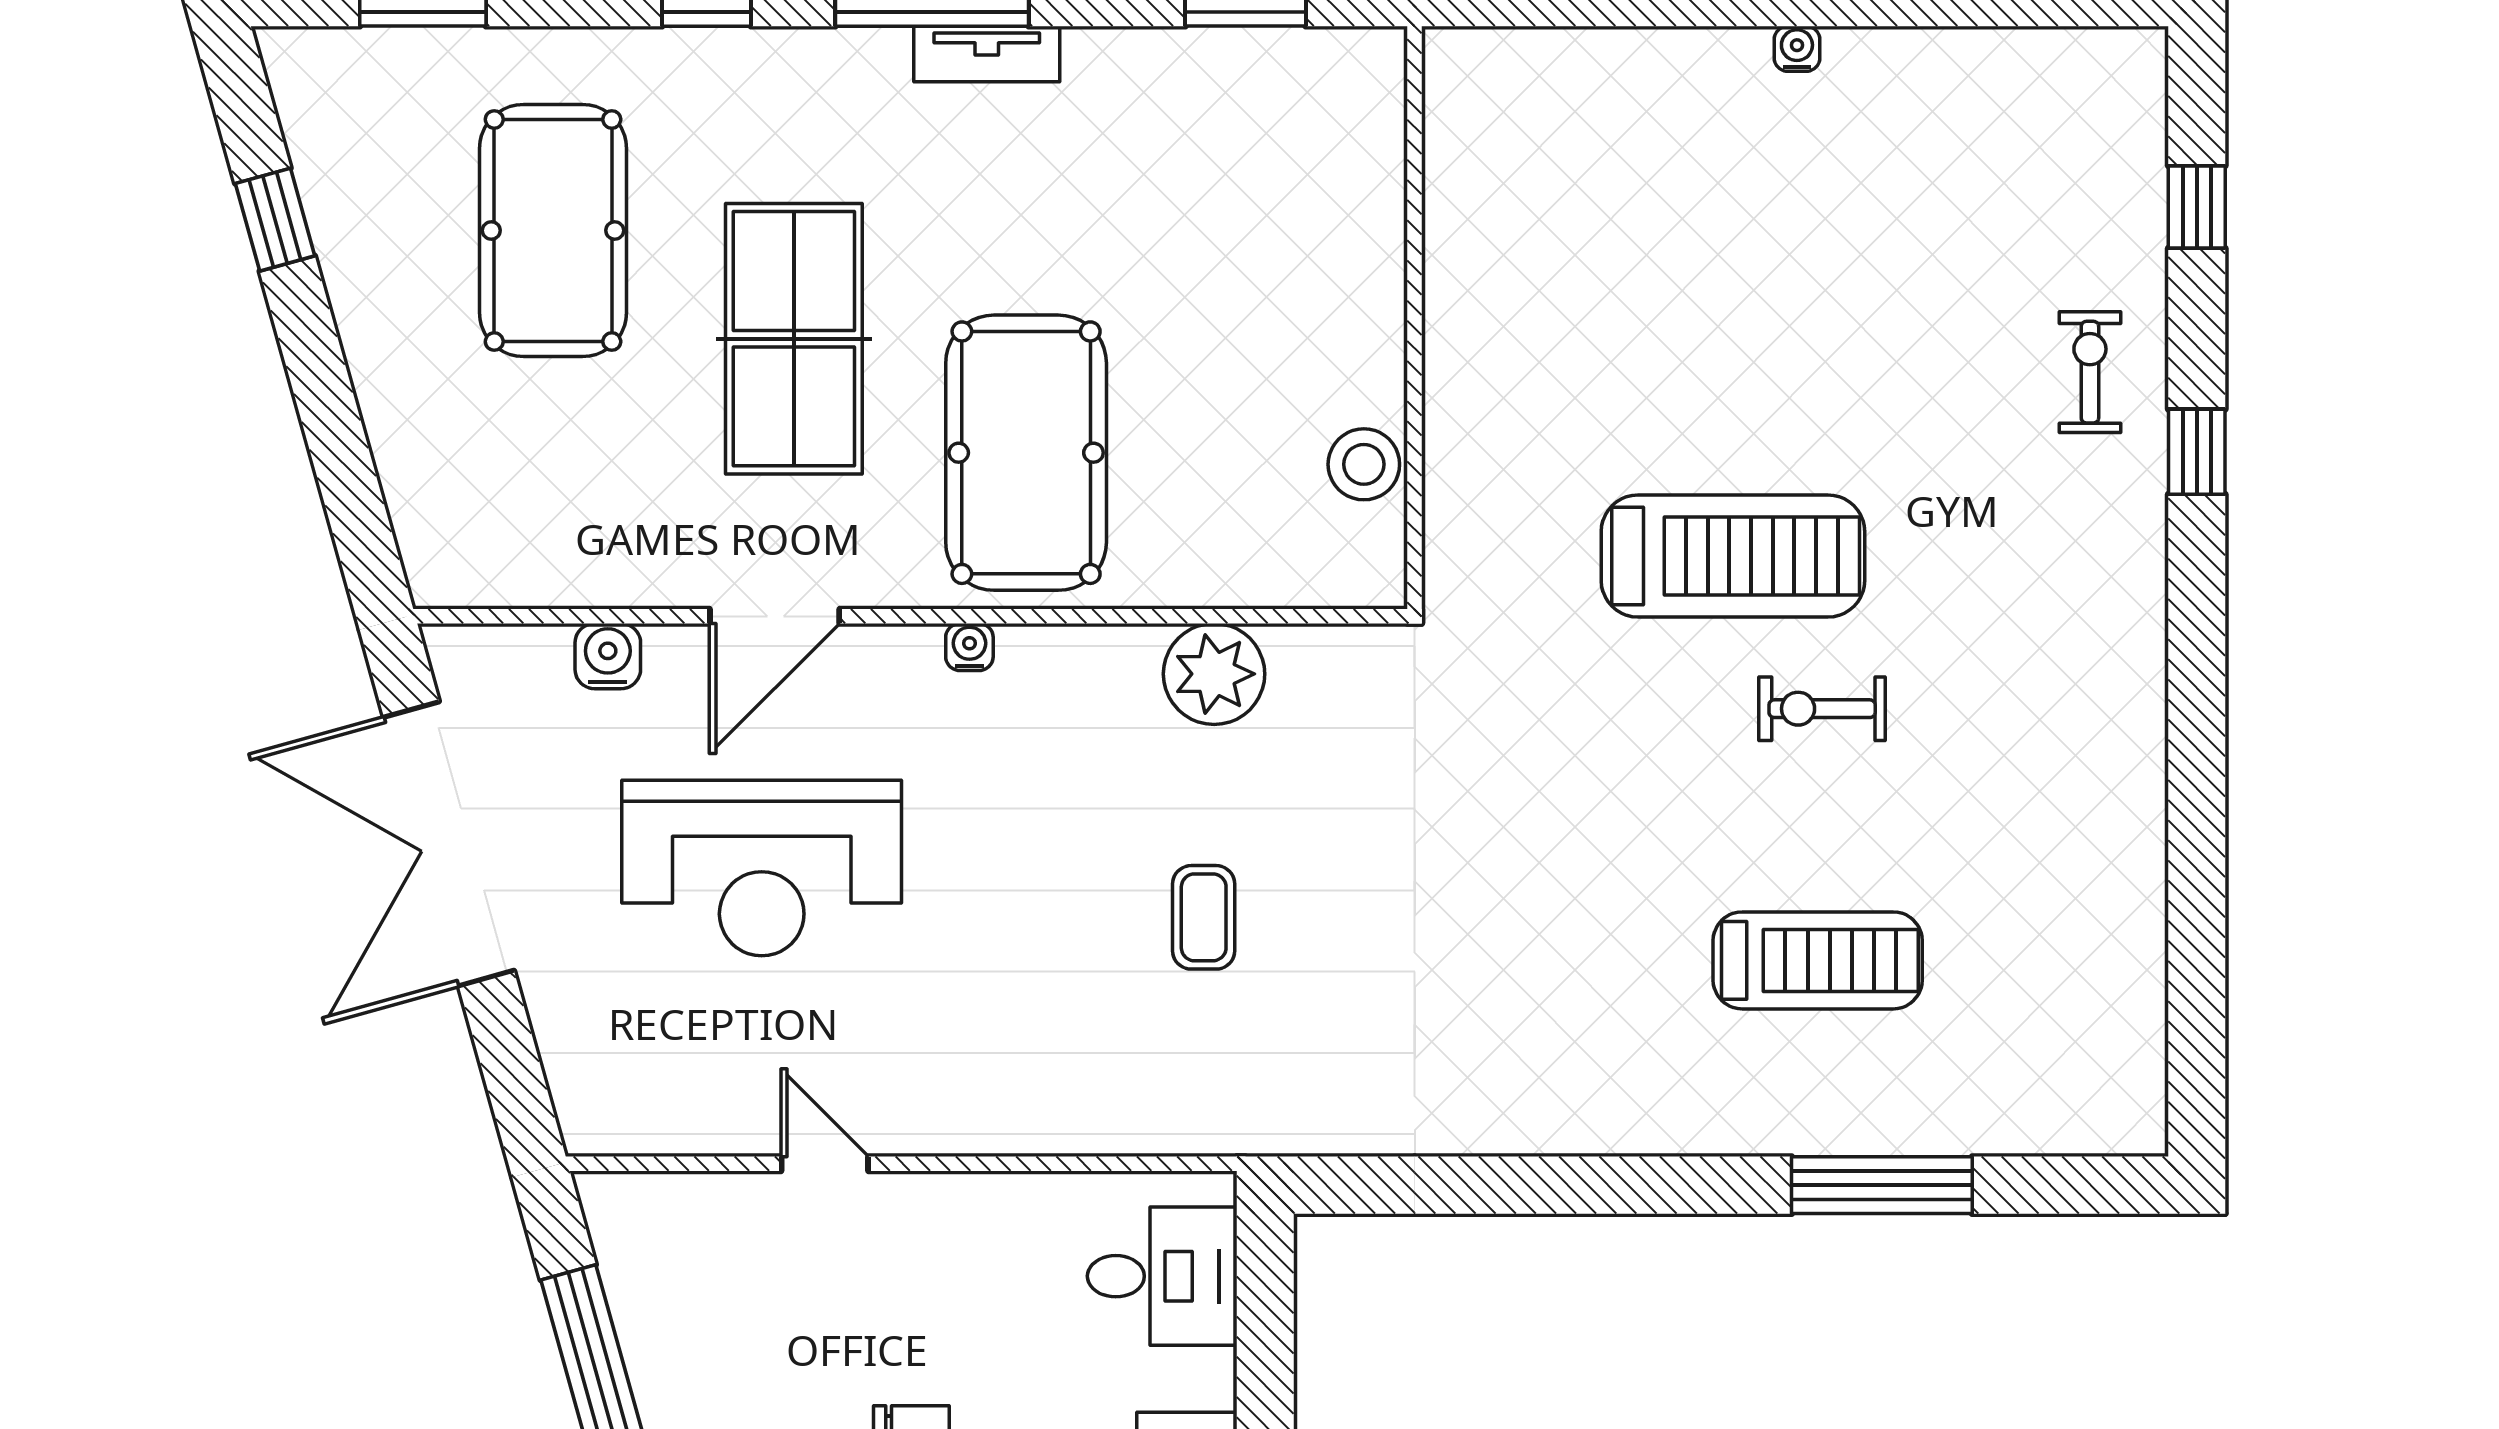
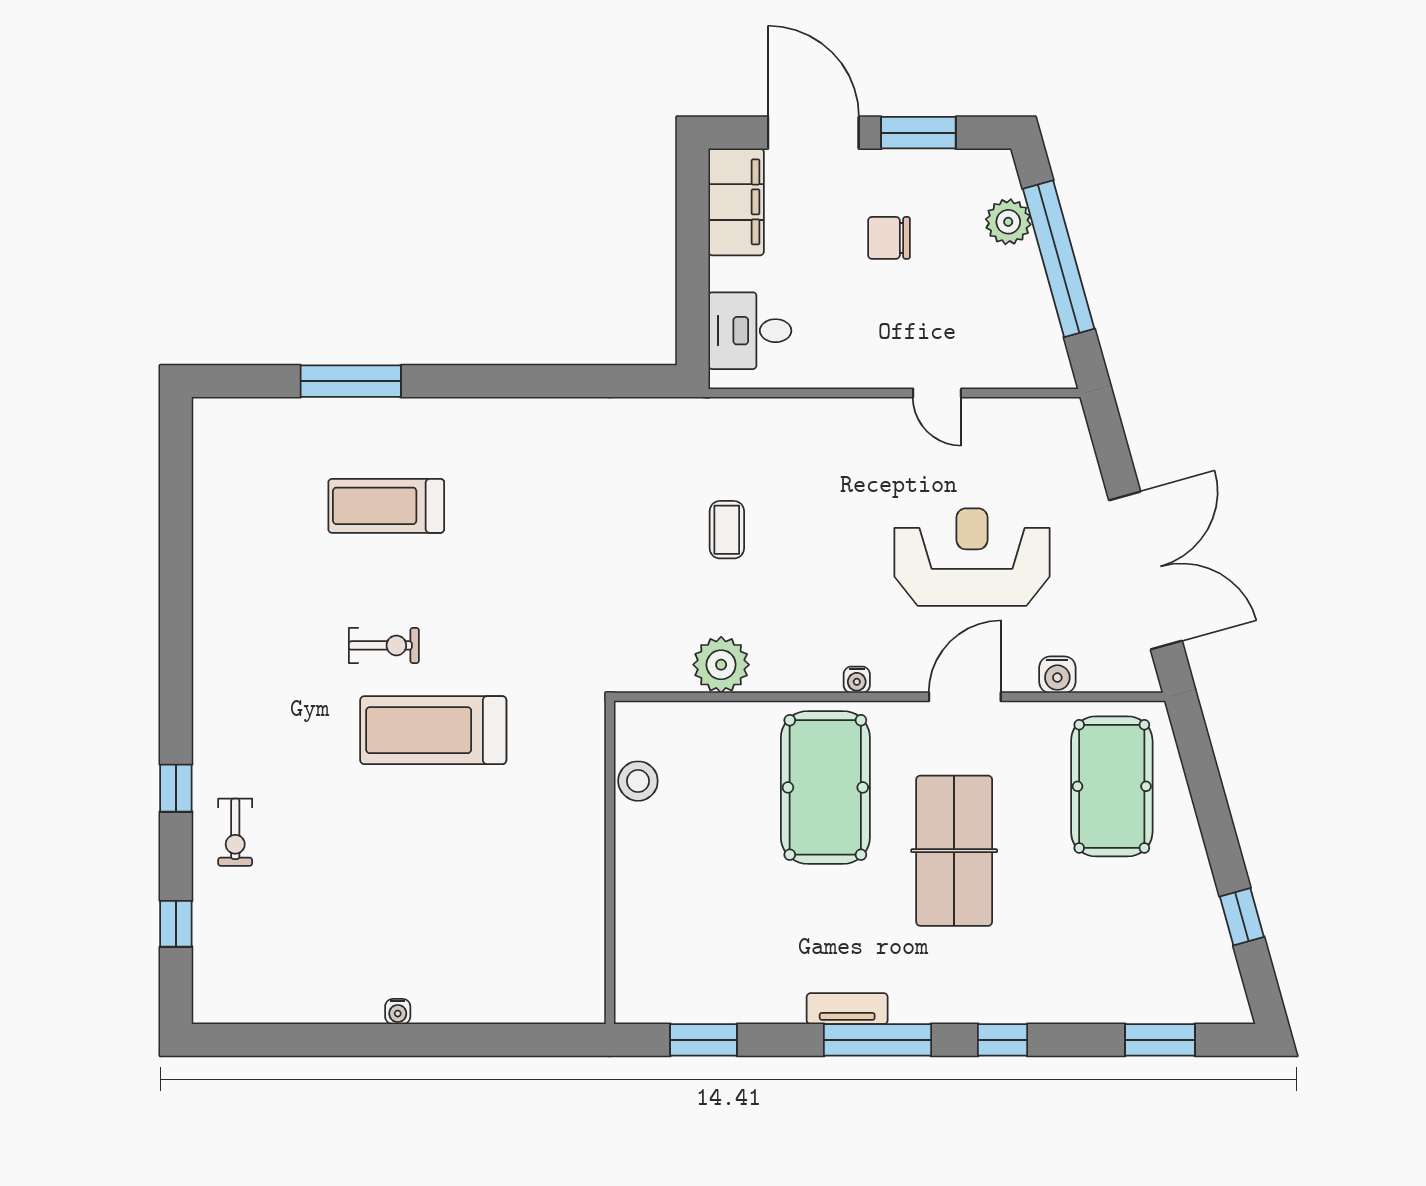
pool table: (553, 230) -> (1112, 786), moved

